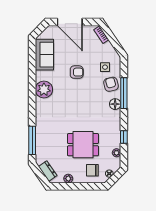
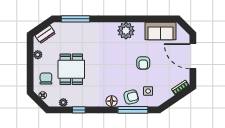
door: (70, 22) -> (193, 56), hinge flipped
window: (124, 93) -> (133, 110), moved

